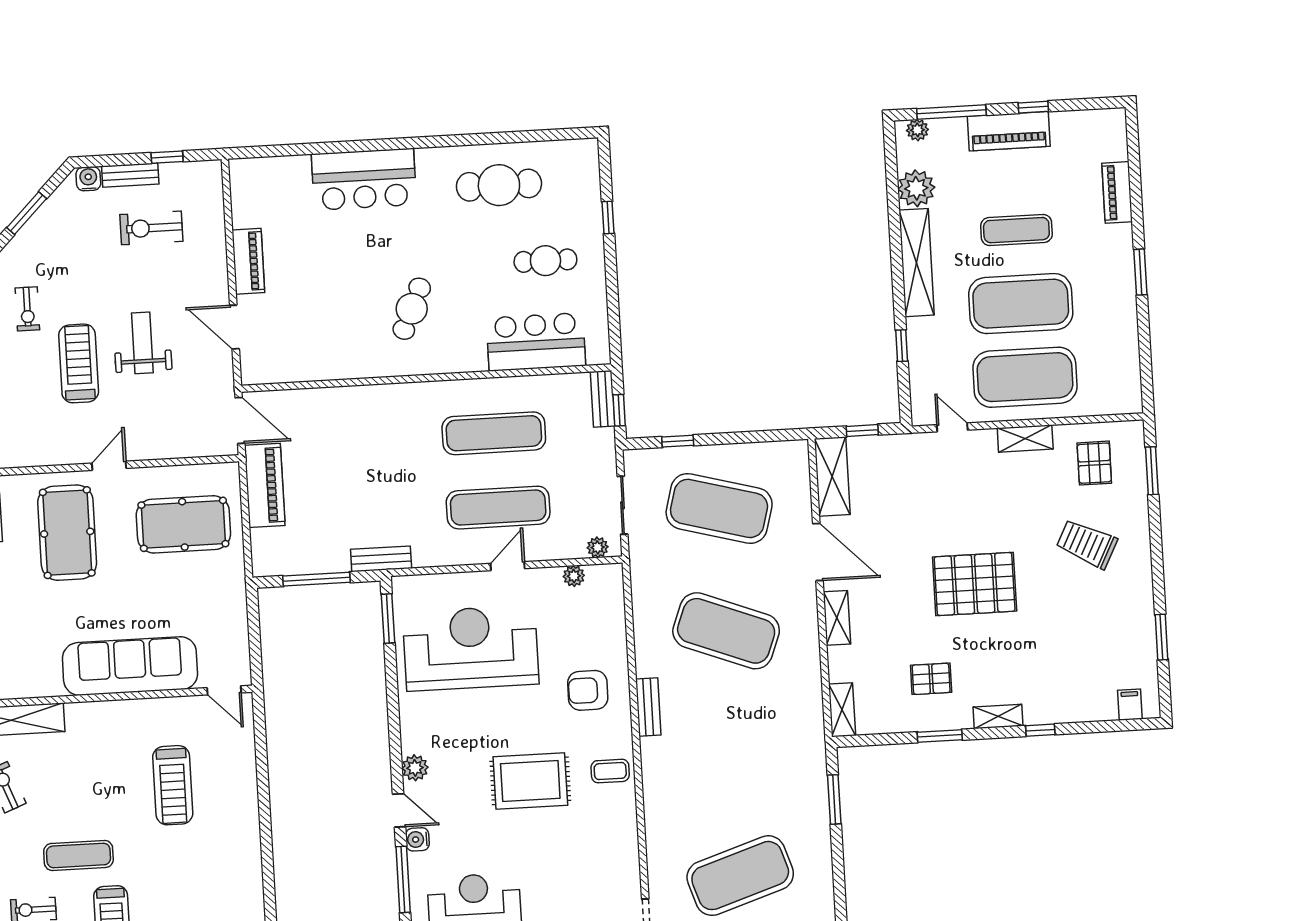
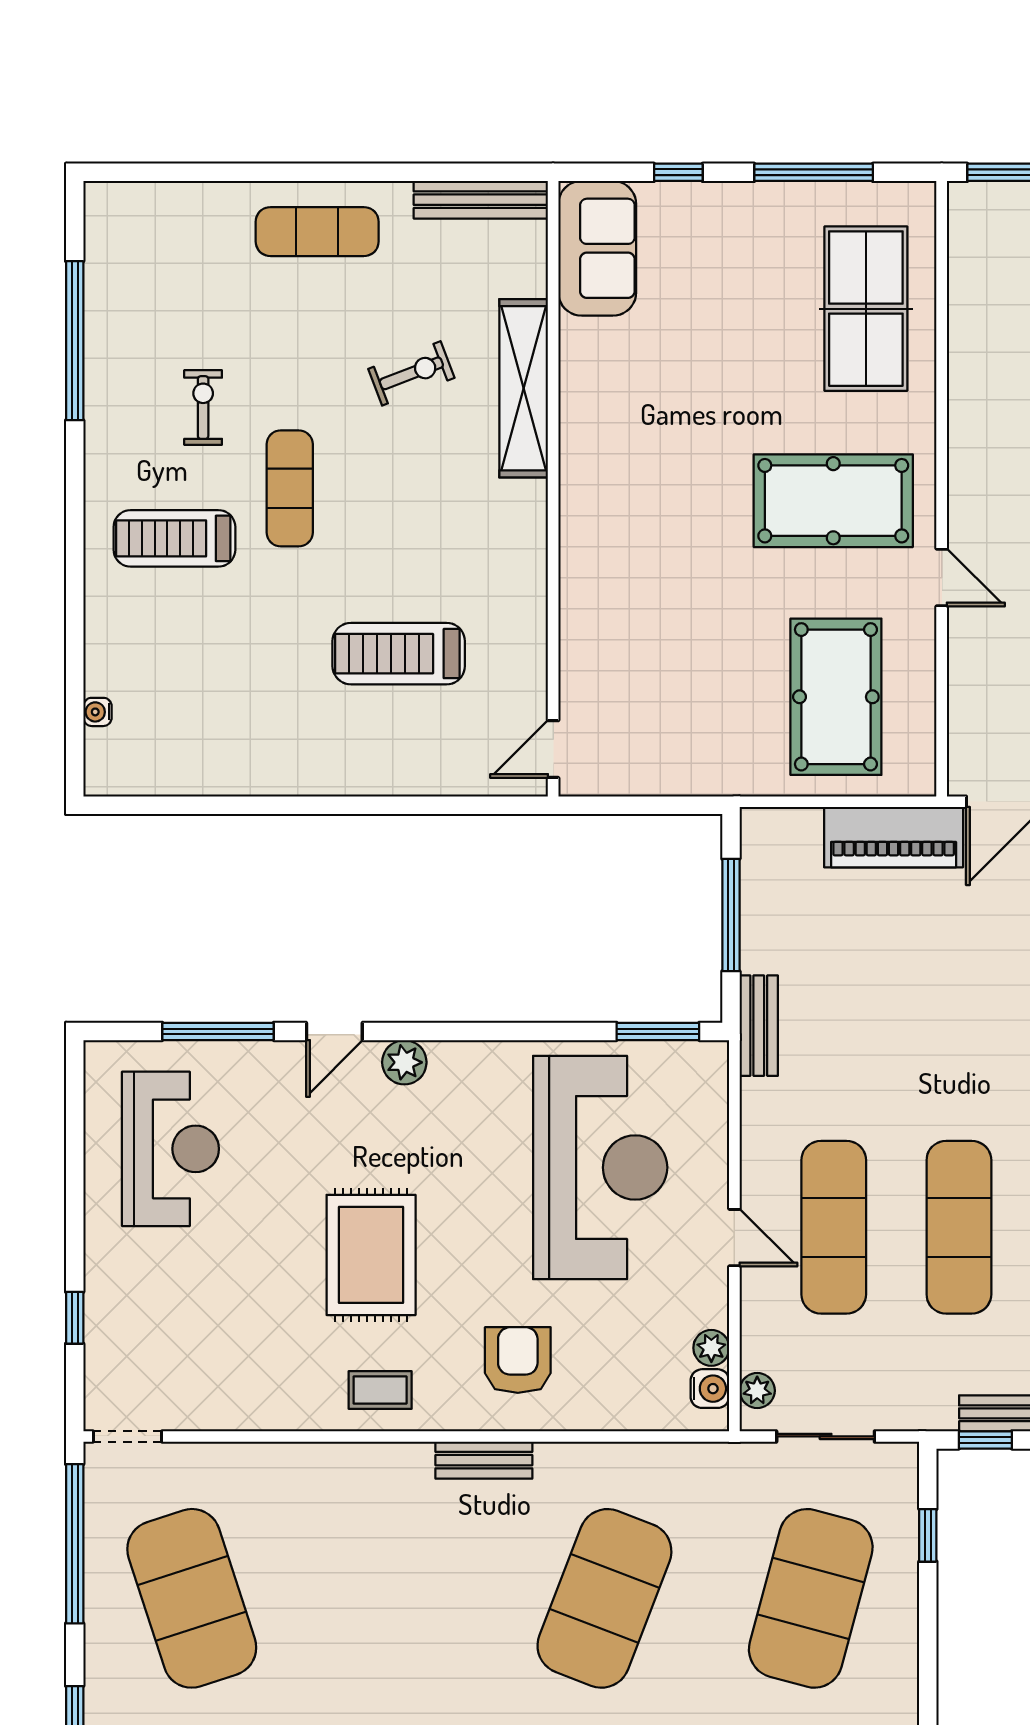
sofa: (130, 666) -> (603, 593), removed
coffee table: (610, 771) -> (380, 1390), turned 90
water cooler: (417, 839) -> (710, 1389), moved, turned 90

